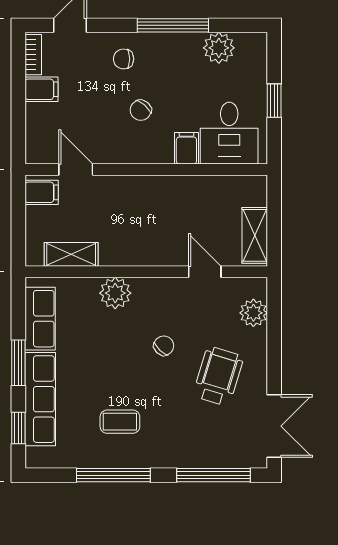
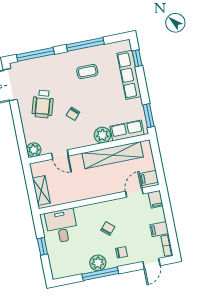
plant: (219, 48) -> (98, 263), moved
filing cabinet: (186, 148) -> (156, 199), moved
door: (76, 169) -> (134, 193), swing flipped
shelving: (255, 235) -> (41, 191), moved
shelving: (71, 254) -> (113, 155), width x2.20, depth x1.33
plant: (253, 313) -> (34, 150), moved
row of seats: (40, 319) -> (127, 131), moved, turned 90
window: (18, 363) -> (149, 116), moved

